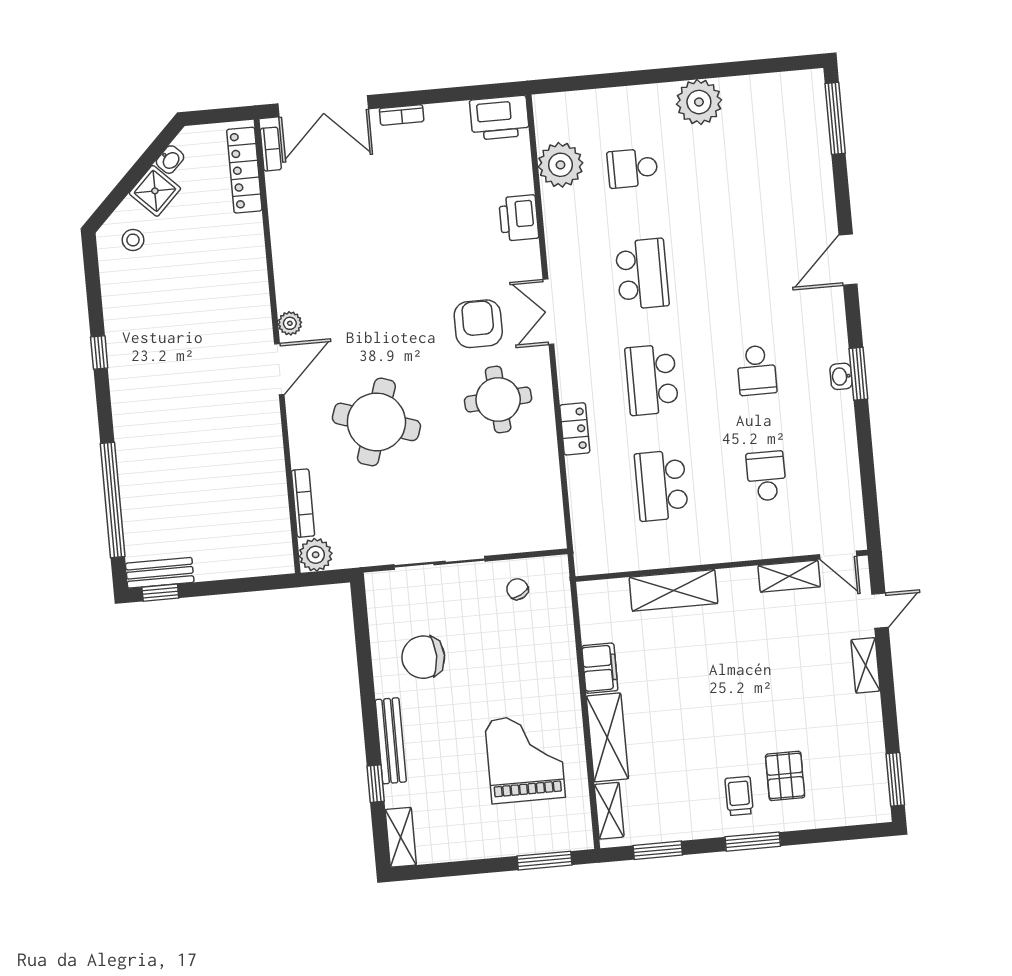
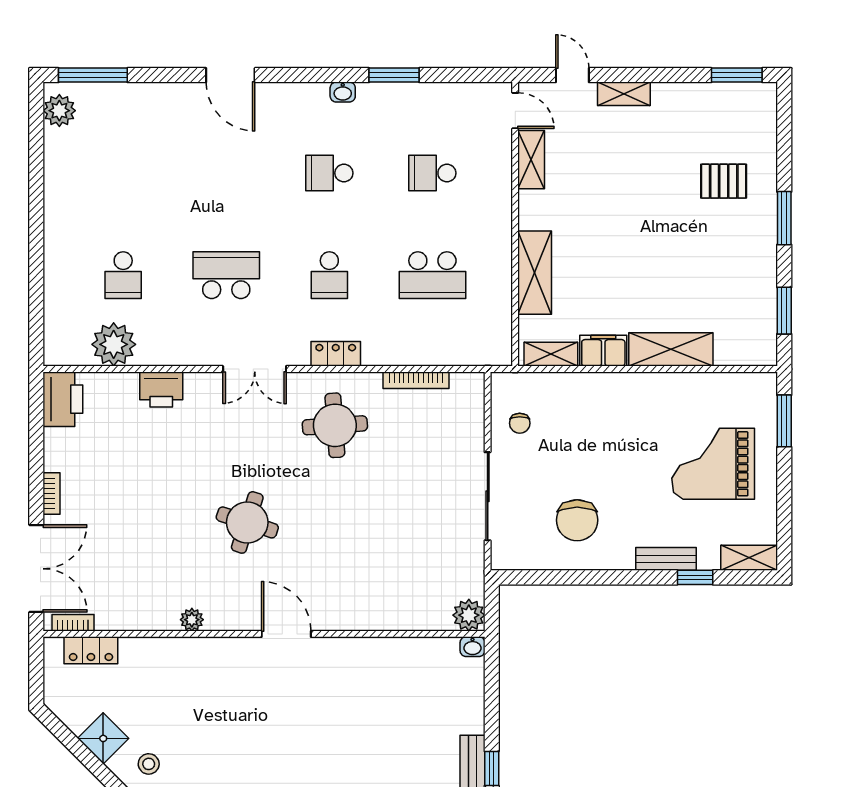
plant: (699, 102) -> (59, 111), moved, width x0.73, depth x0.73
washbasin: (170, 160) -> (472, 647), moved, turned 135
locker: (244, 170) -> (91, 650), width x0.66
plant: (290, 323) -> (192, 620), moved
armchair: (478, 324) -> (260, 438), removed
school desk: (757, 370) -> (329, 173), turned 180
window: (858, 374) -> (394, 75), moved
school desk: (652, 380) -> (329, 275), width x0.54
round table: (376, 422) -> (247, 522), moved, width x0.73, depth x0.73
locker: (575, 429) -> (336, 354), moved
bookcase: (303, 503) -> (416, 380), moved, turned 180
door: (838, 555) -> (515, 111), hinge flipped
chair: (517, 589) -> (520, 423), turned -61
bench: (391, 741) -> (666, 559), width x0.73
grand piano: (525, 758) -> (713, 464), moved
trolley: (739, 796) -> (739, 227), removed
shelving: (609, 811) -> (551, 354), moved

